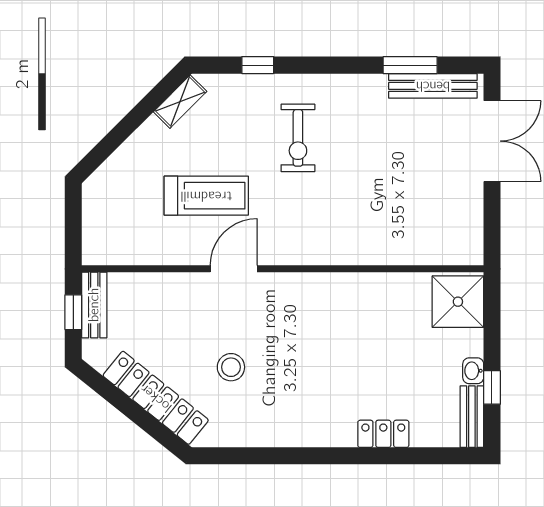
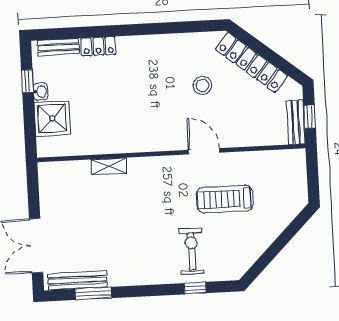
shelving: (180, 102) -> (109, 166), moved, turned 45
exercise bike: (298, 138) -> (191, 251), moved
door: (234, 269) -> (204, 151), swing flipped
shower: (458, 302) -> (52, 118), moved
bench: (472, 417) -> (58, 47), moved, turned 90

